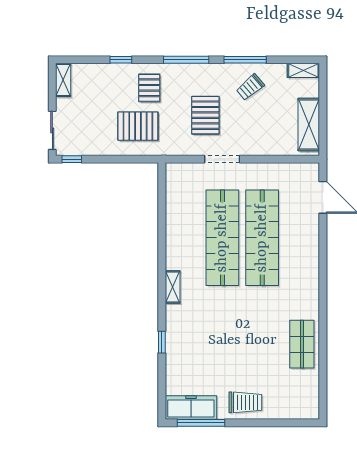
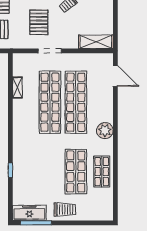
shelving: (309, 124) -> (96, 42), moved, turned 90
plant: (307, 281) -> (105, 131), added
shelving: (173, 287) -> (17, 88), moved
shop shelf: (262, 344) -> (76, 172), added

